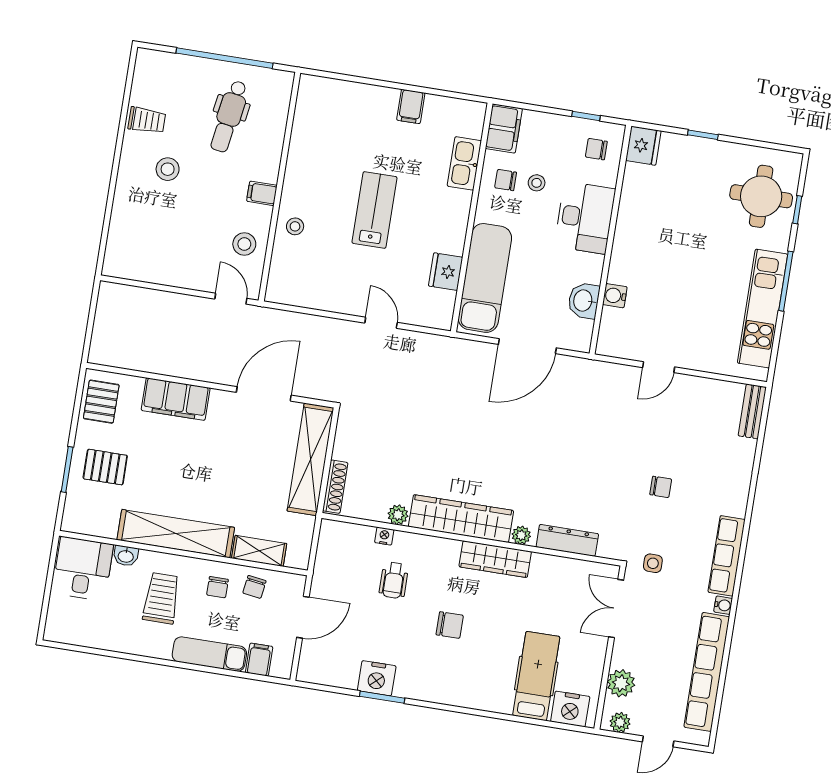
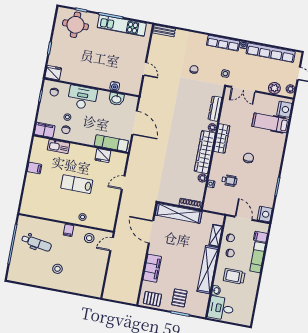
trolley: (147, 120) -> (37, 277), removed
exam couch: (485, 278) -> (111, 143), width x0.73, depth x0.69
nightstand: (377, 678) -> (265, 214), moved

